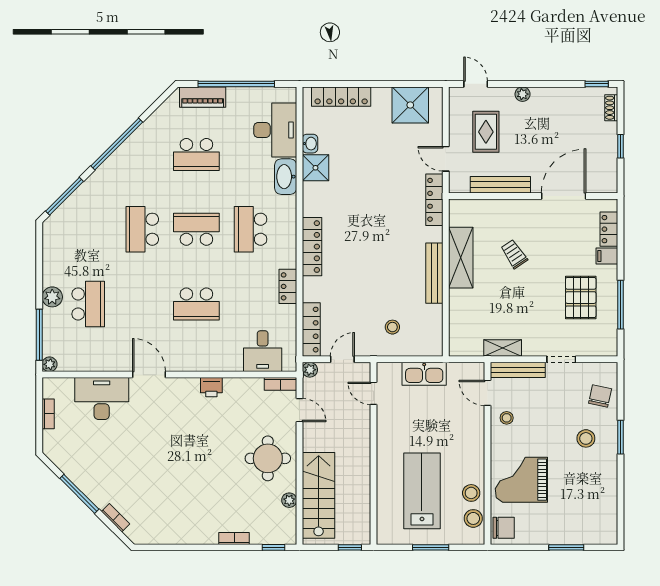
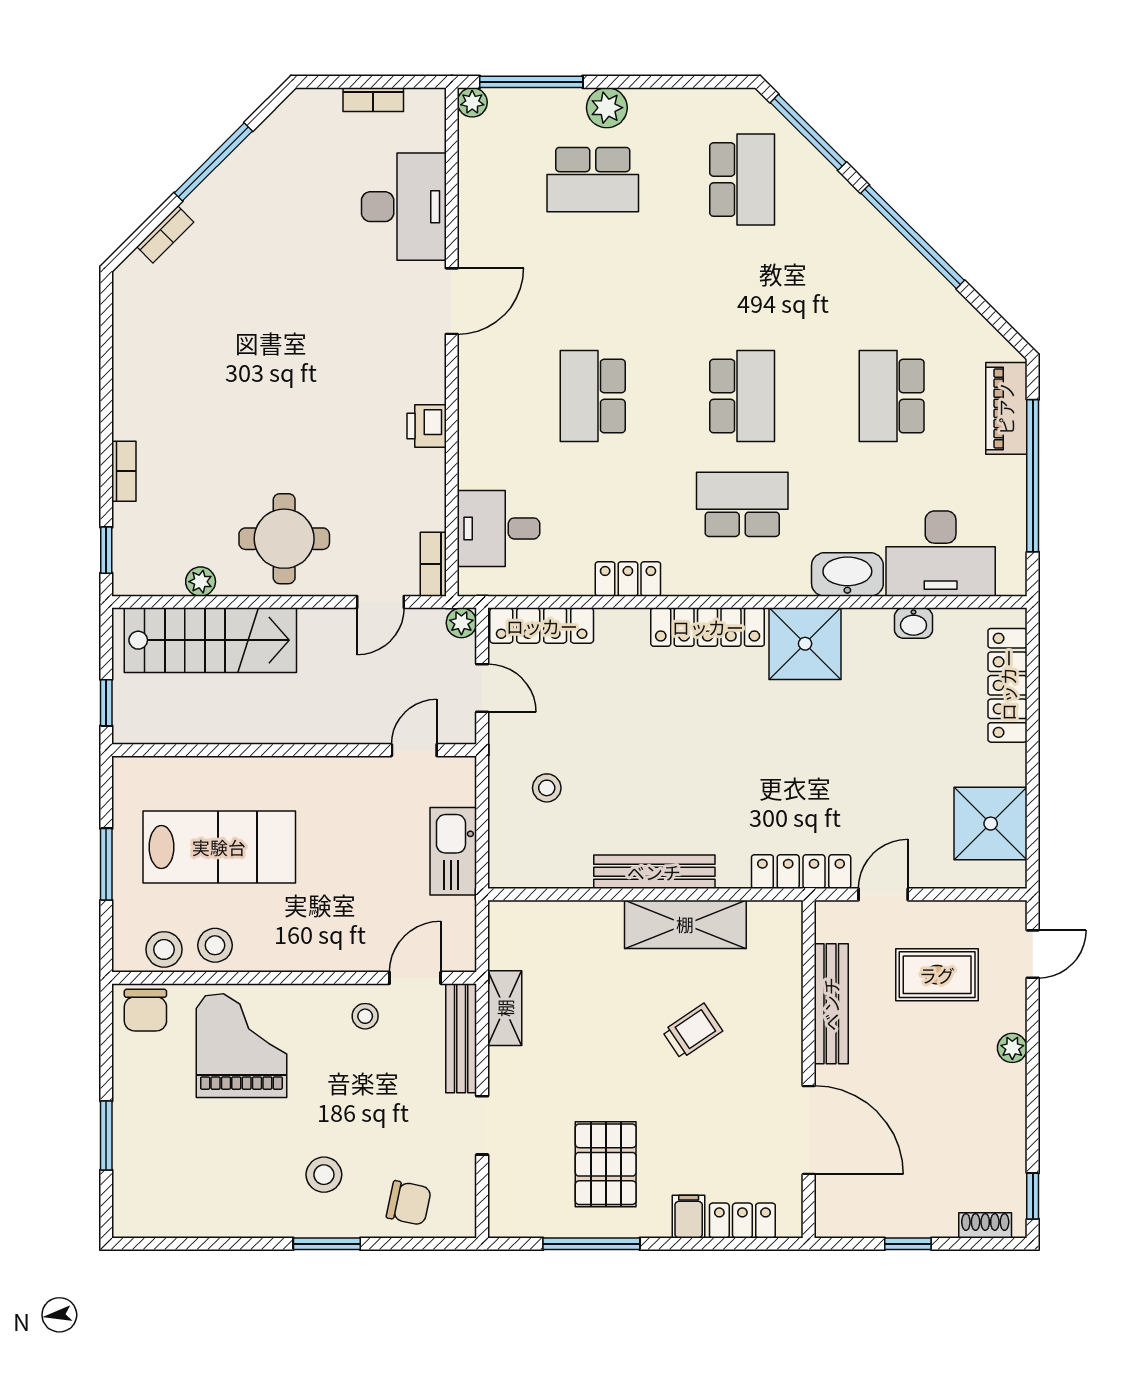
shower: (315, 168) -> (805, 644), moved, width x1.36, depth x1.36
school desk: (142, 229) -> (742, 180), moved, turned 90
pallet: (581, 298) -> (606, 1164), turned 90

